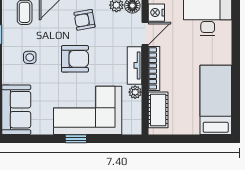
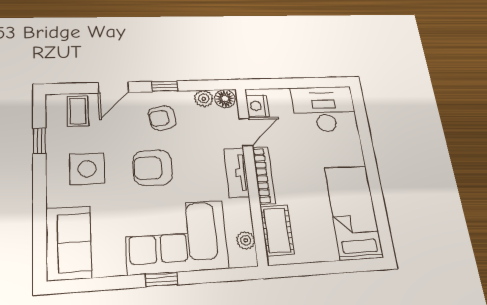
side table: (30, 57) -> (87, 169), width x1.87, depth x1.87
armchair: (75, 59) -> (152, 168), turned 180
plant: (135, 92) -> (246, 240), moved

